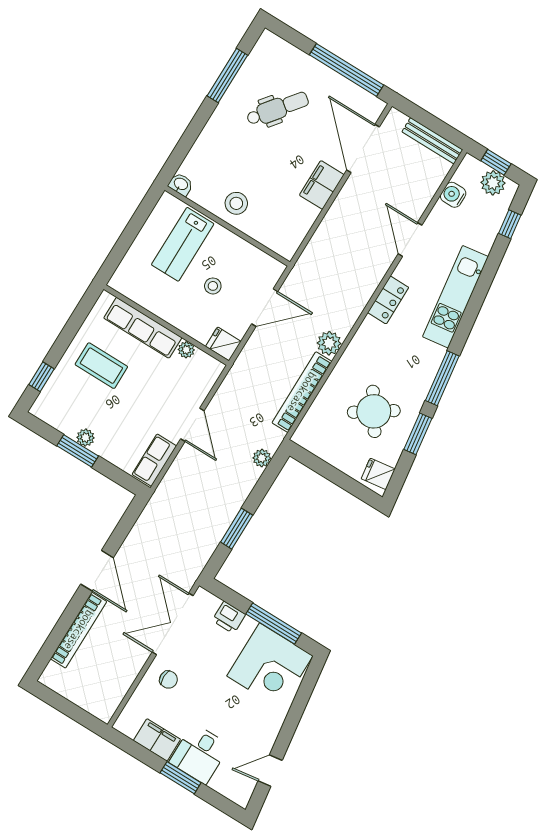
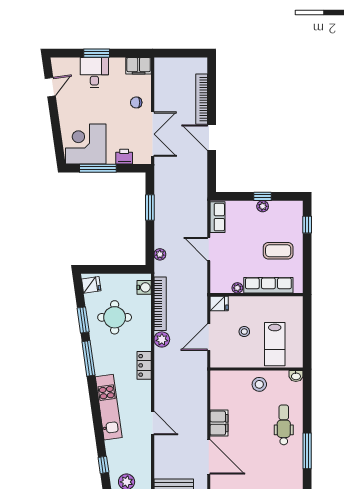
dental chair: (278, 109) -> (284, 425), moved, turned 142
water cooler: (453, 195) -> (144, 287), moved
lab bench: (183, 244) -> (275, 344), turned 180
locker: (388, 300) -> (144, 365), moved
round table: (374, 411) -> (115, 317), turned 34
window: (78, 451) -> (262, 196), width x0.67
filing cabinet: (157, 740) -> (139, 66), moved

